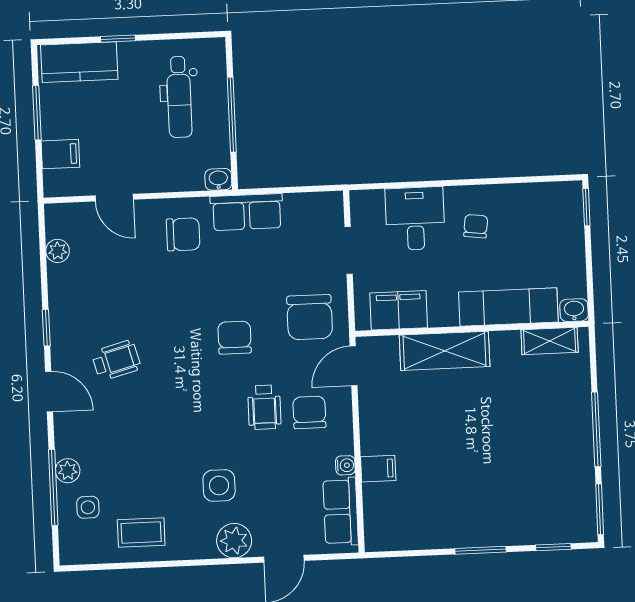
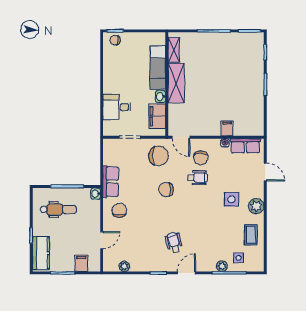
chair: (476, 226) -> (115, 40), moved
washbasin: (574, 310) -> (160, 97), moved
shelving: (445, 351) -> (176, 83), moved
chair: (309, 412) -> (201, 158), turned -90
plant: (234, 541) -> (256, 206), moved

